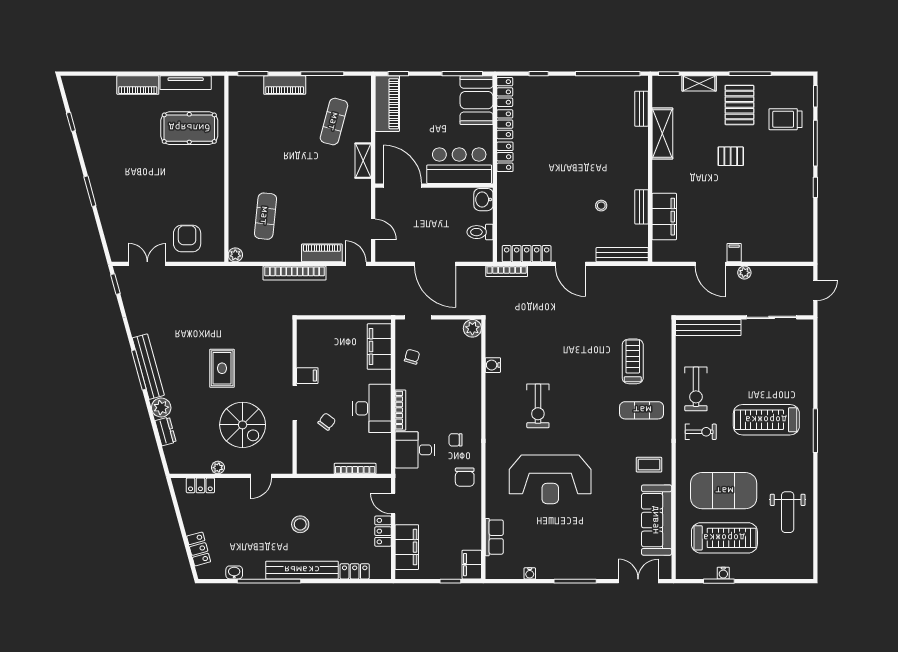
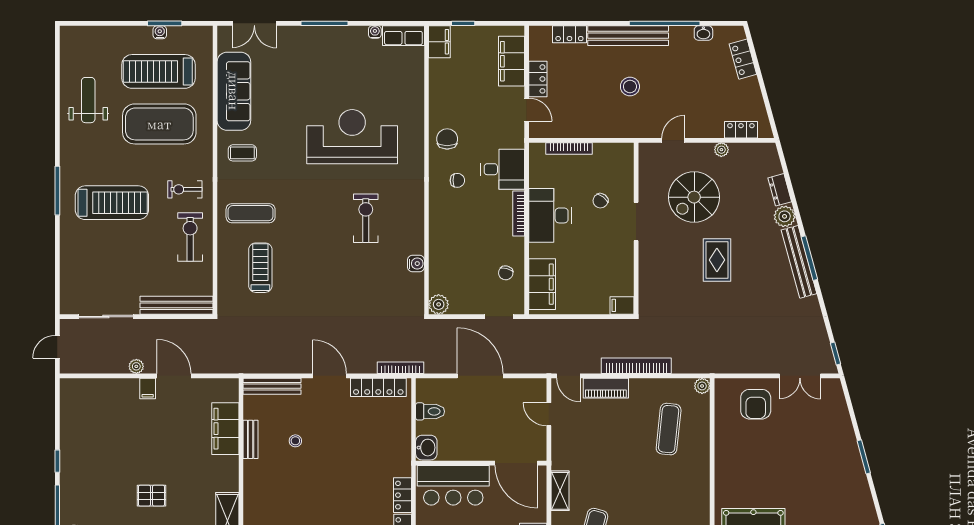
treadmill: (633, 361) -> (260, 268), turned 180
filing cabinet: (307, 376) -> (622, 305), moved
spiral stairs: (243, 425) -> (694, 197), turned -90
row of seats: (494, 537) -> (403, 36), moved, turned -90

